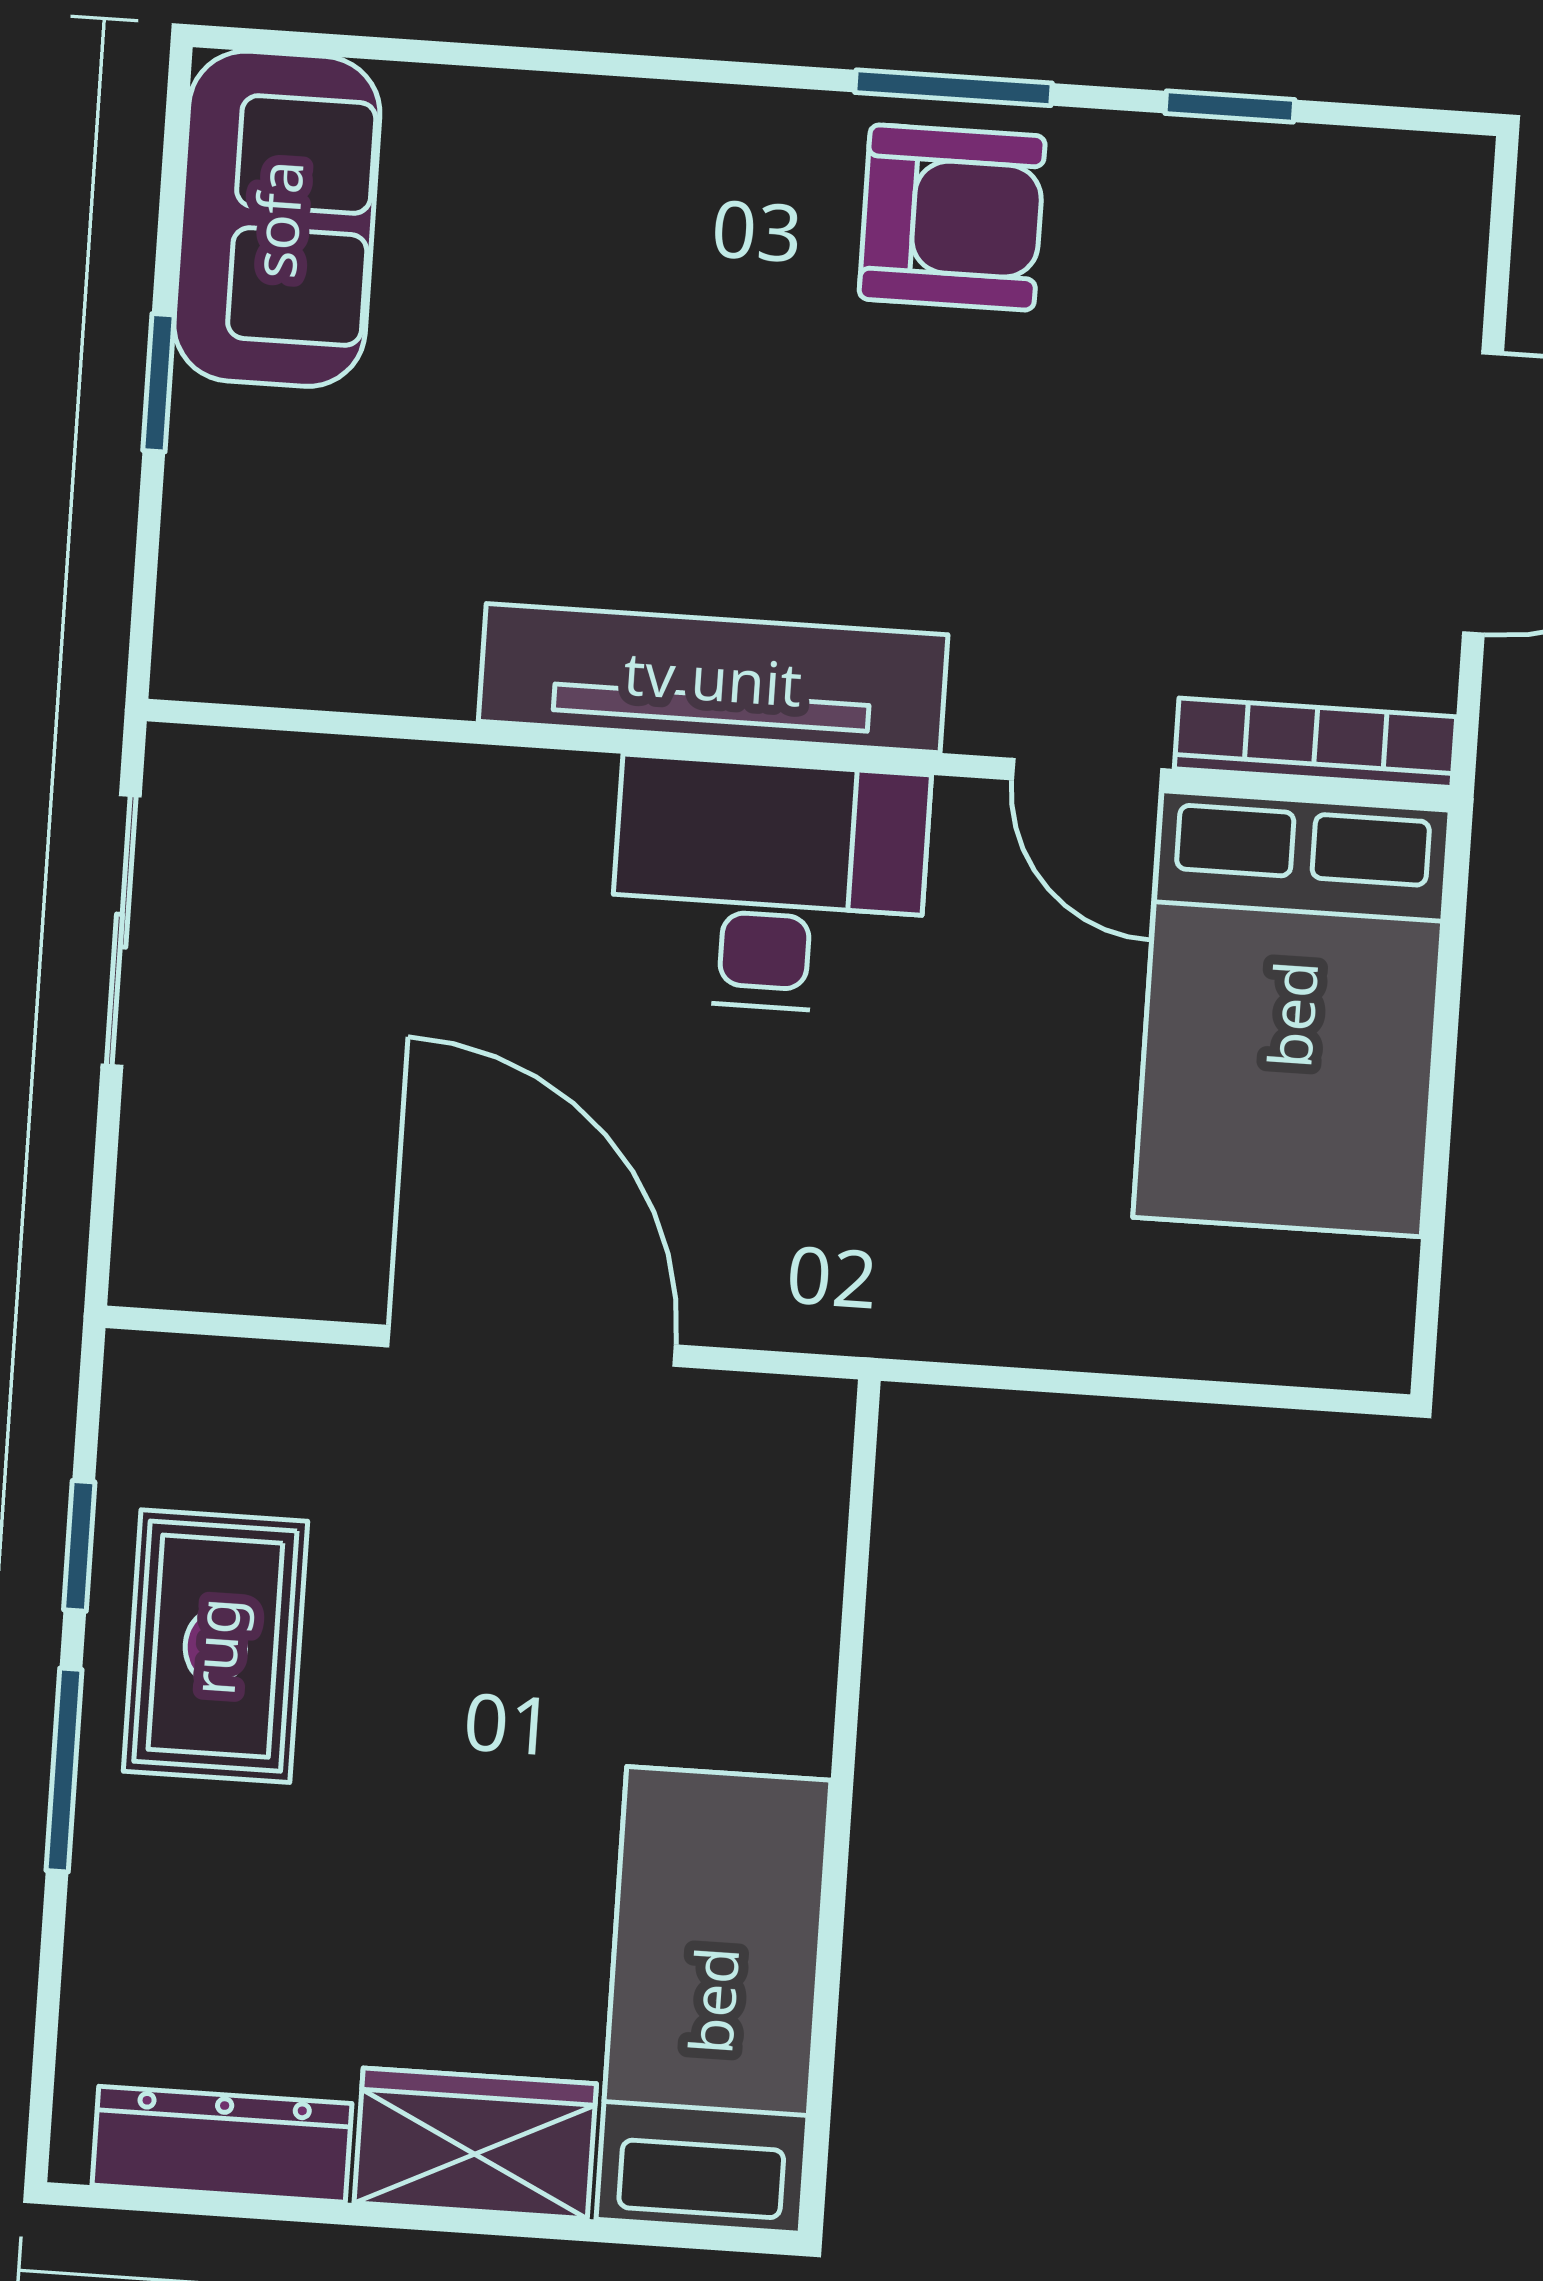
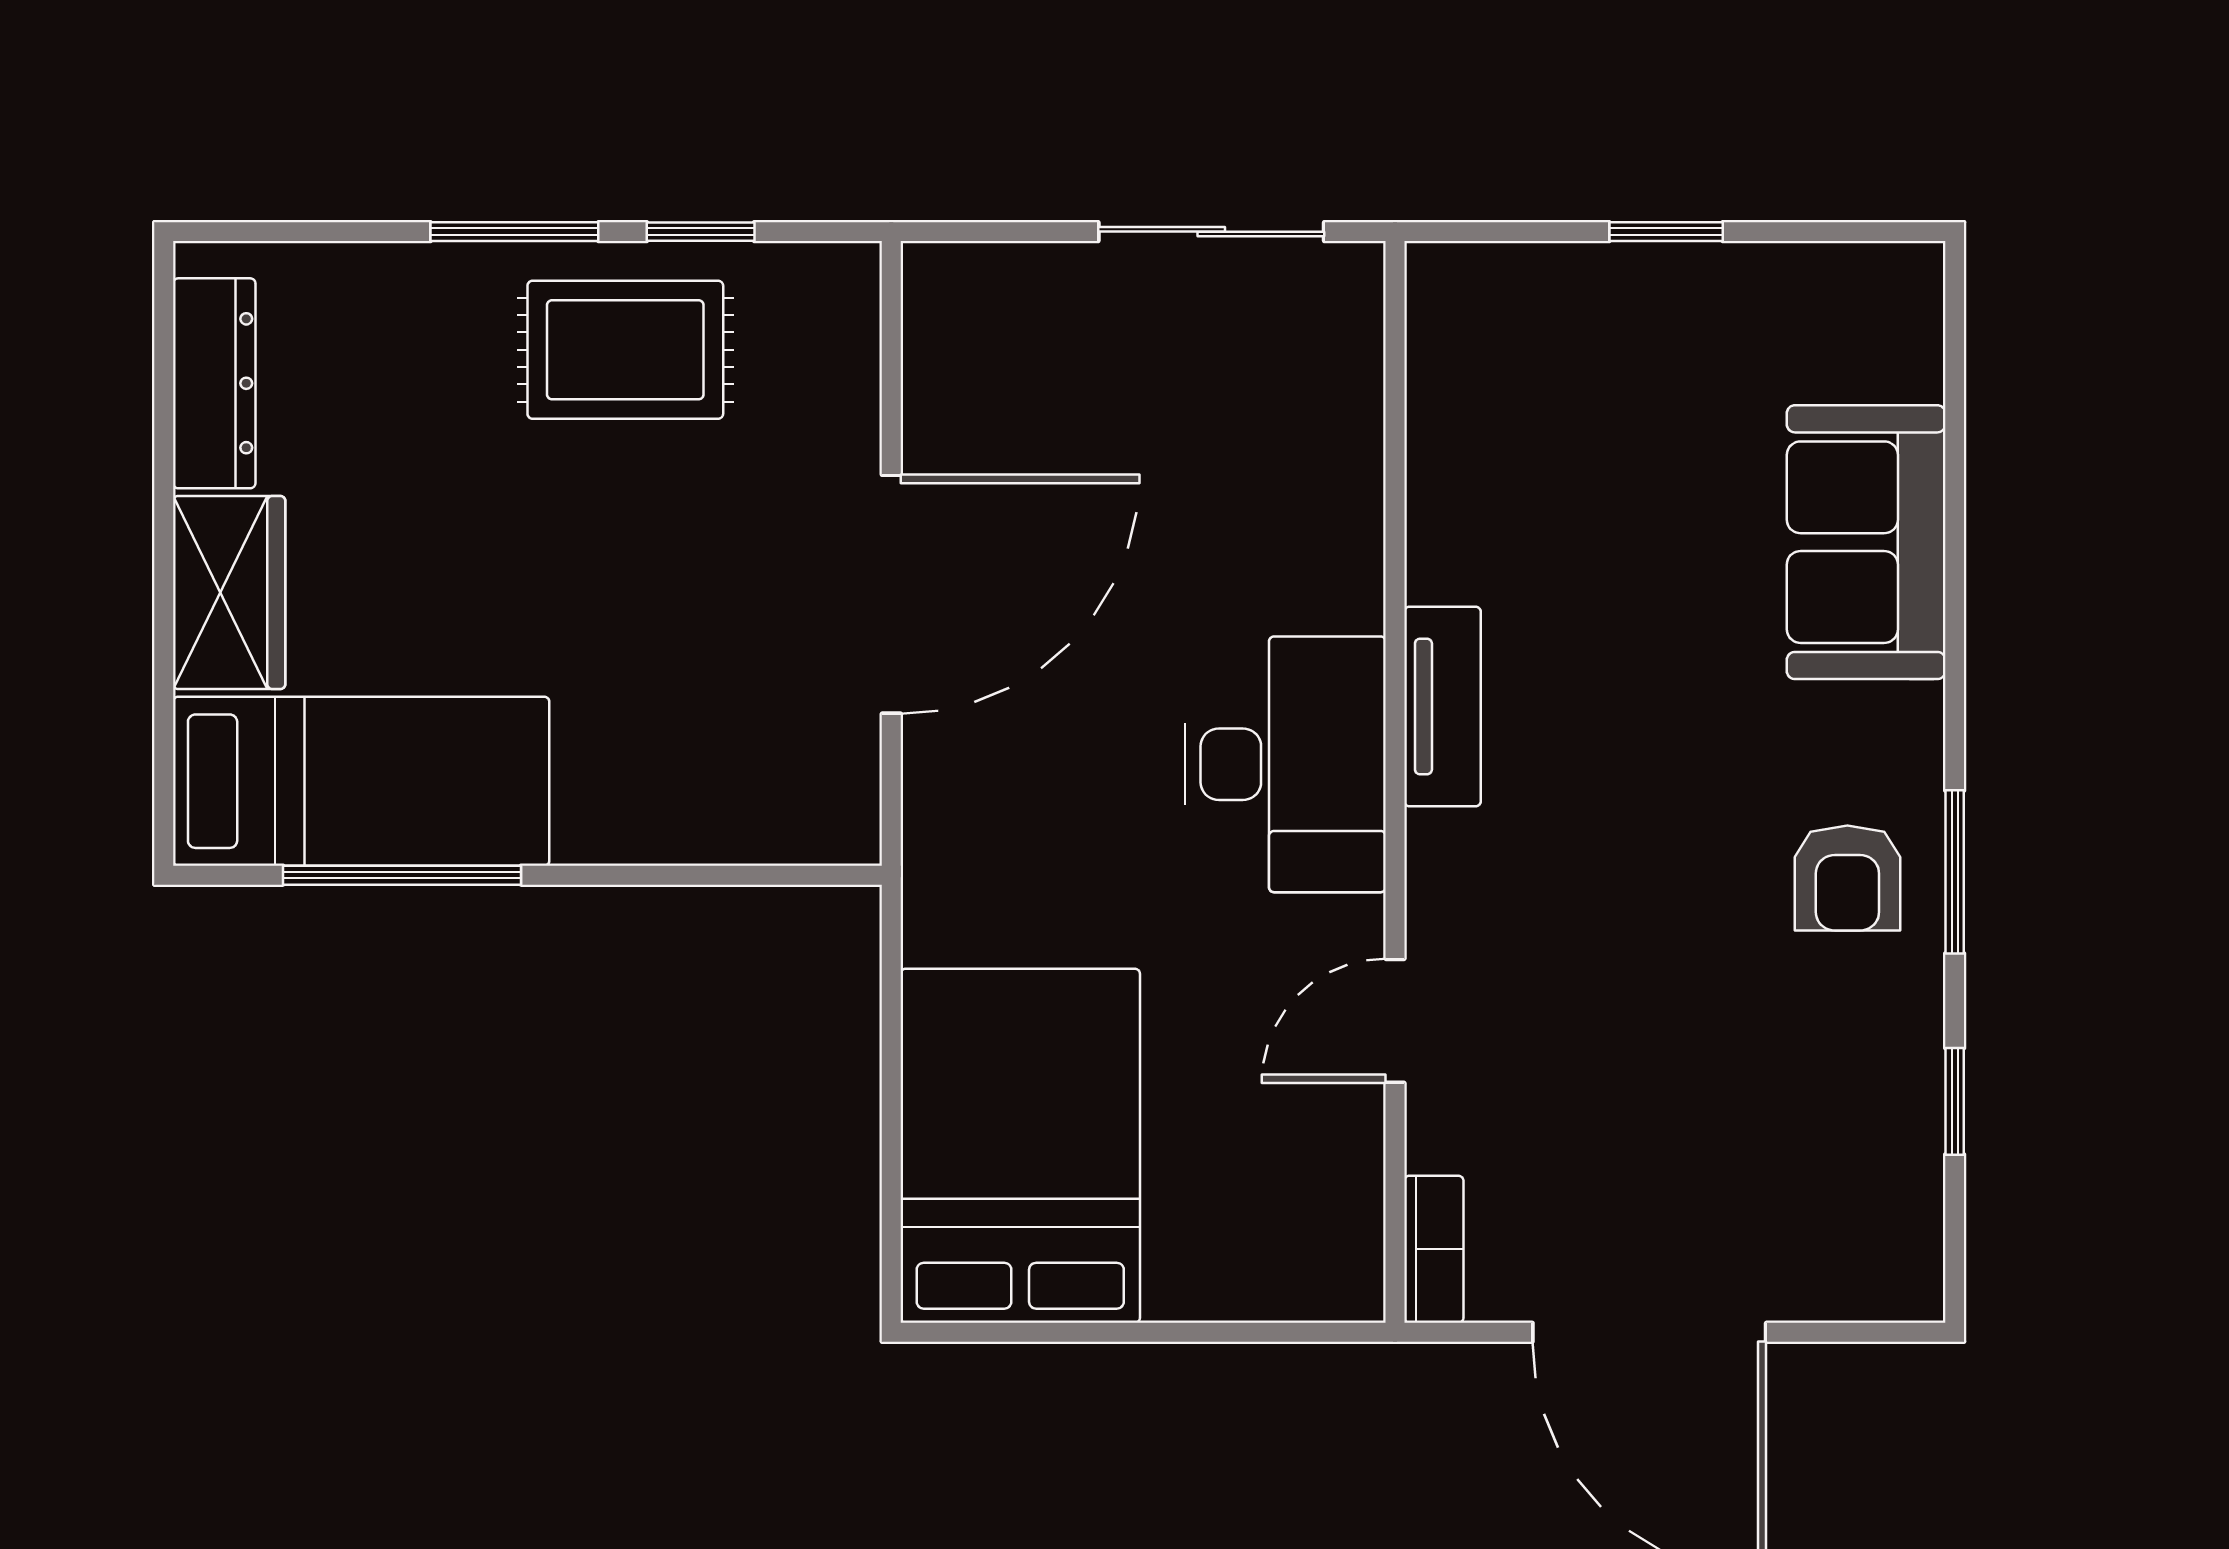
armchair: (952, 217) -> (1847, 878), width x0.72, depth x0.72
sofa: (277, 219) -> (1866, 542), moved, turned 90
tv unit: (713, 678) -> (1442, 707), width x0.52, depth x0.78
bookcase: (1315, 743) -> (1434, 1249), width x0.64
bed: (1292, 1014) -> (1020, 1146), moved, turned 90
window: (830, 1958) -> (402, 875), added

